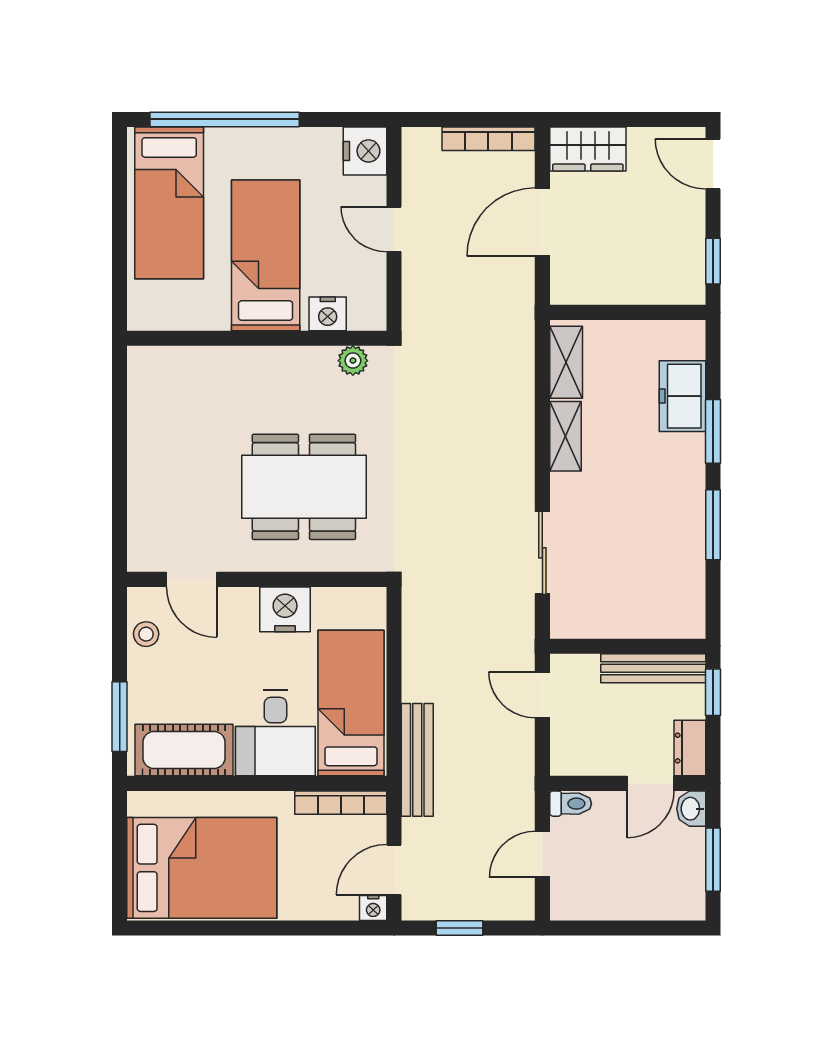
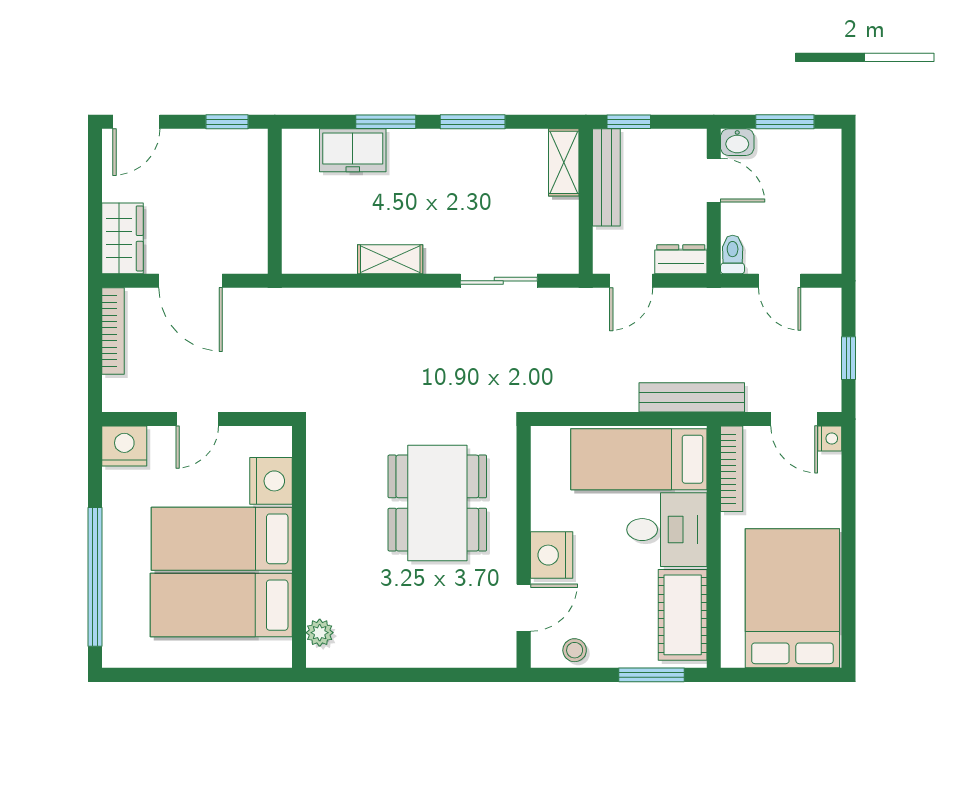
bed: (169, 203) -> (221, 605), moved, turned 180
nightstand: (328, 314) -> (271, 481), width x1.36, depth x1.33
plant: (353, 361) -> (320, 633), moved
shelving: (566, 362) -> (564, 162), moved, turned 90
nightstand: (285, 609) -> (552, 555), moved
dresser: (690, 748) -> (681, 259), moved, turned 180

